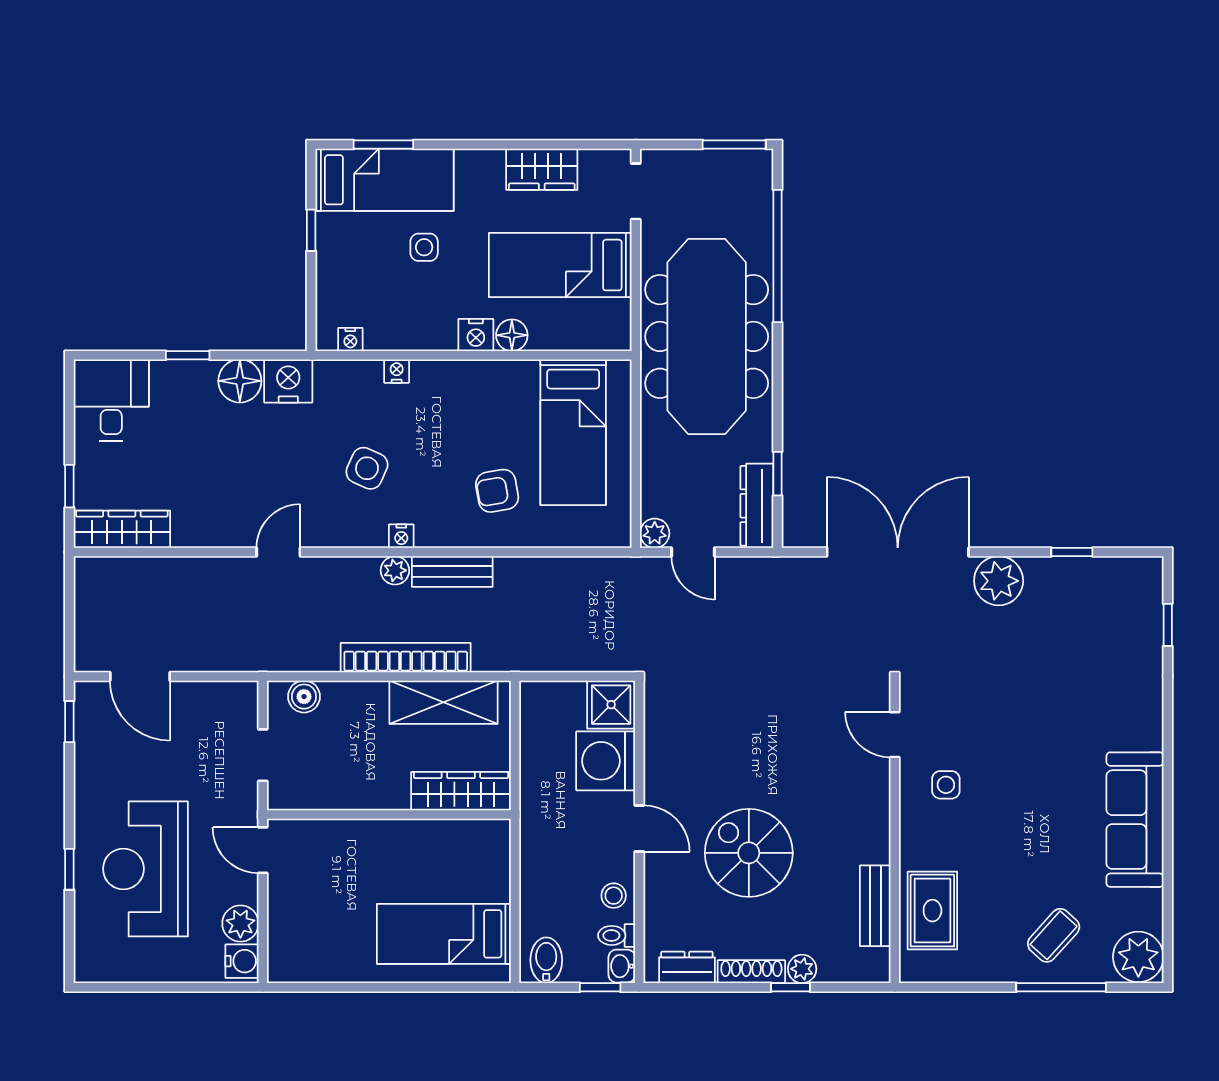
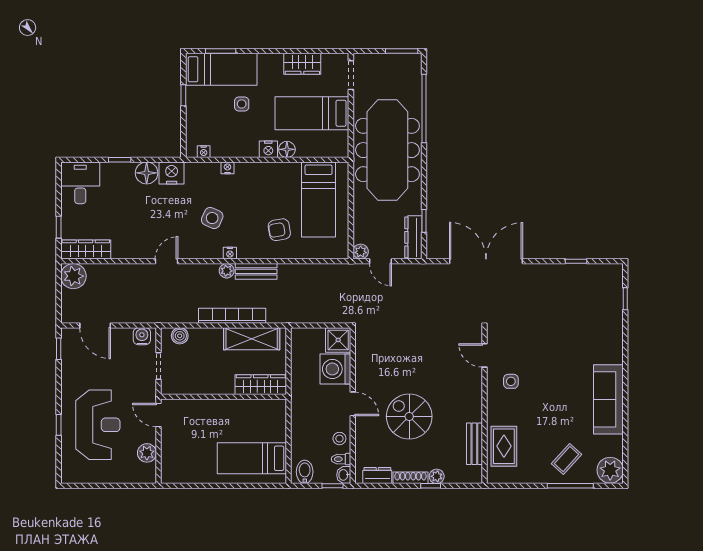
plant: (999, 581) -> (73, 276), moved
reception desk: (145, 869) -> (98, 425), turned 180
water cooler: (242, 961) -> (142, 336), moved, turned -90

